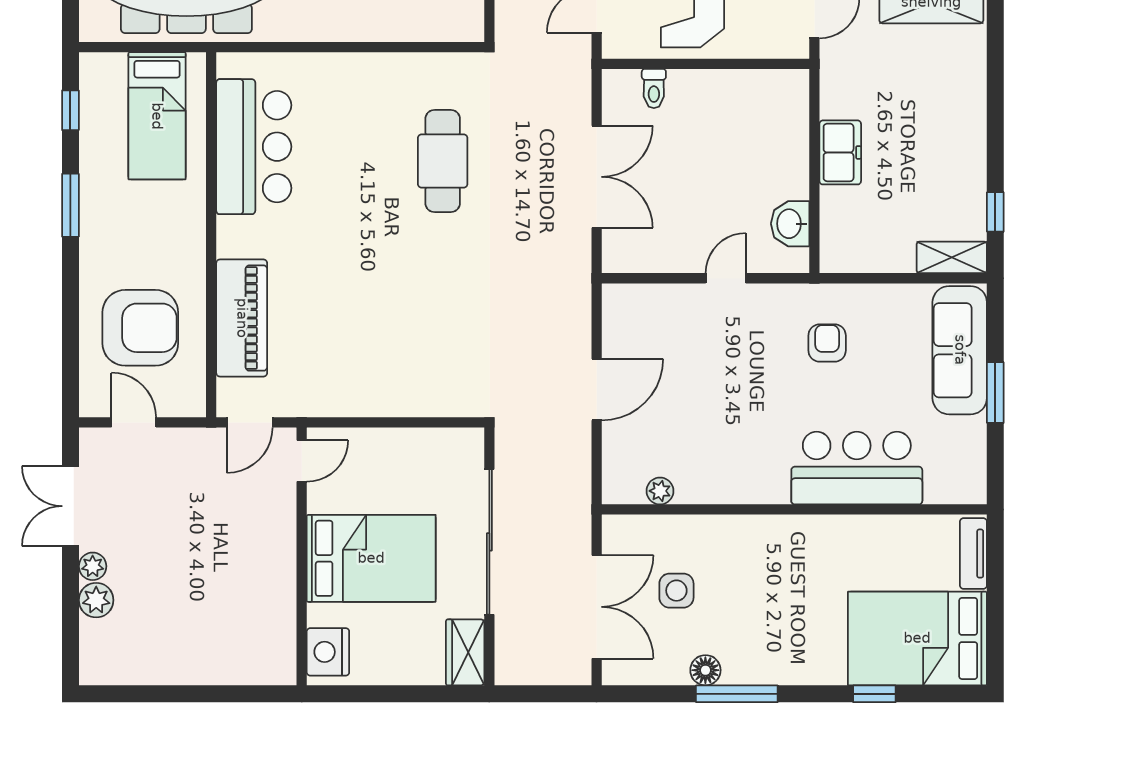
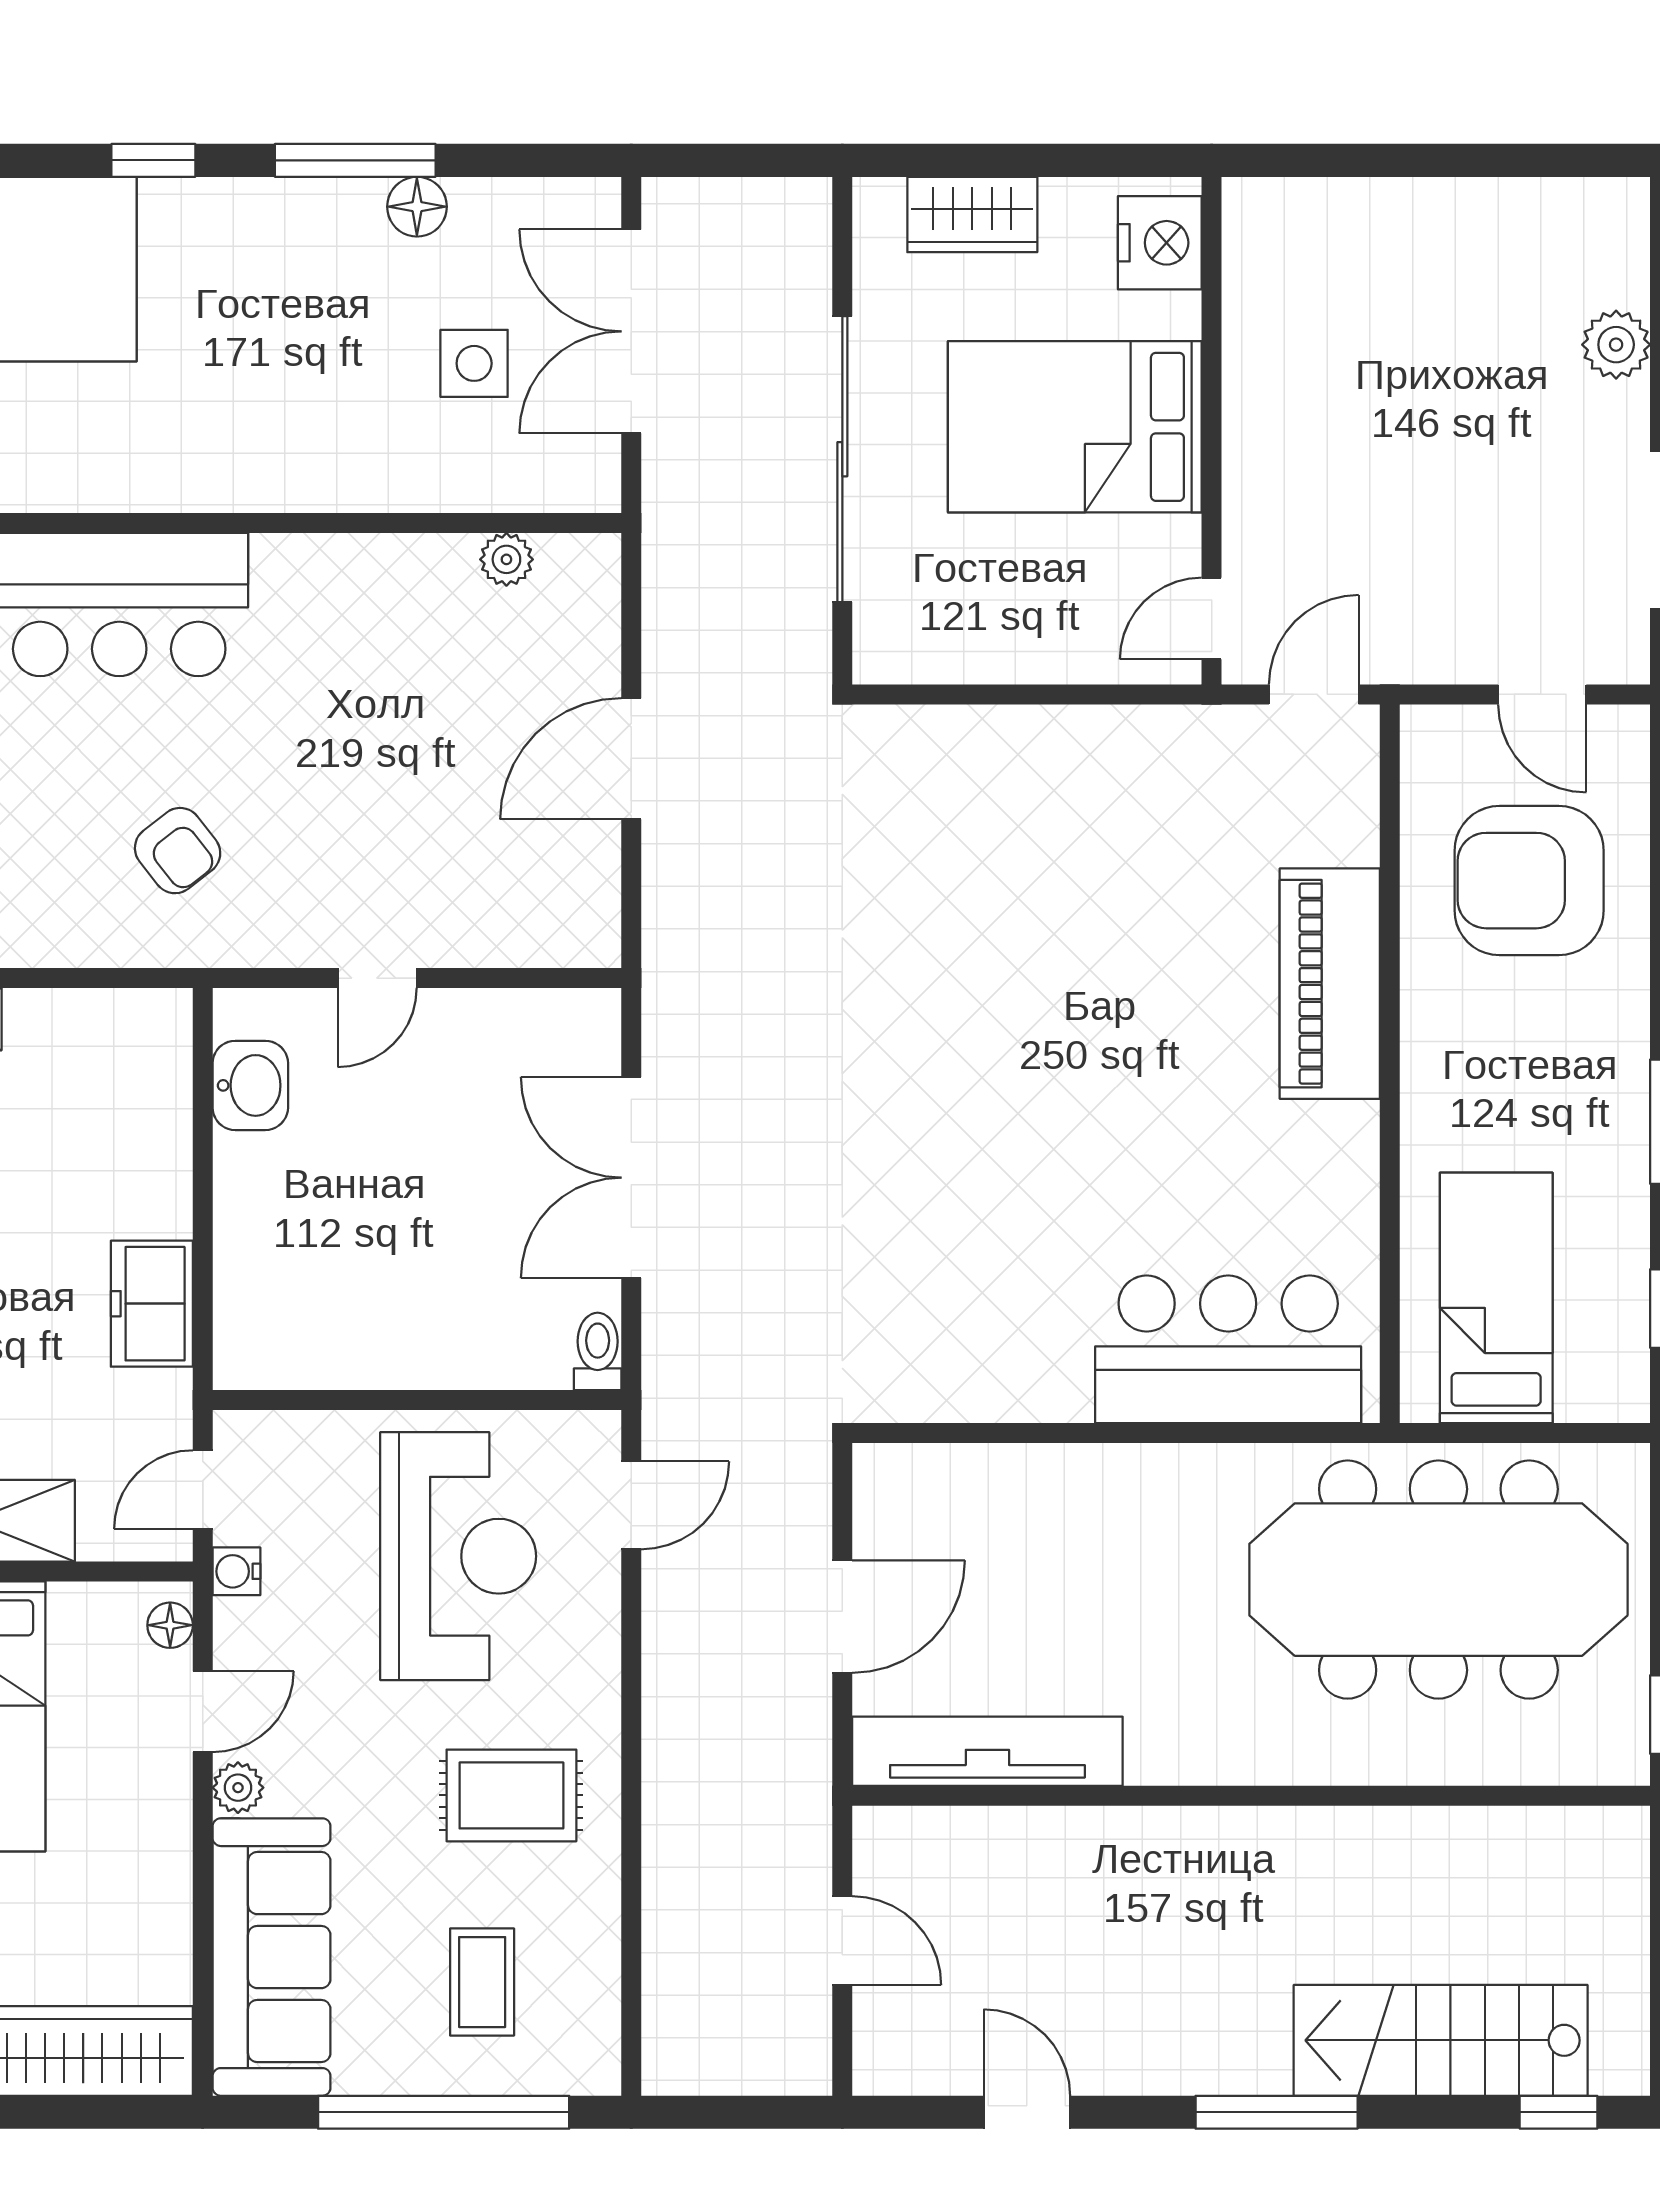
toilet: (654, 89) -> (598, 1351), moved
bar counter: (254, 147) -> (1228, 1349), moved, turned 90
freezer: (840, 152) -> (152, 1304), moved
cafe table: (443, 161) -> (934, 1209), removed
piano: (242, 318) -> (1330, 984), moved
armchair: (827, 343) -> (178, 851), turned -38
plant: (93, 566) -> (1623, 411), removed
wardrobe: (465, 652) -> (972, 215), moved, turned 90
window: (874, 694) -> (153, 160), moved

